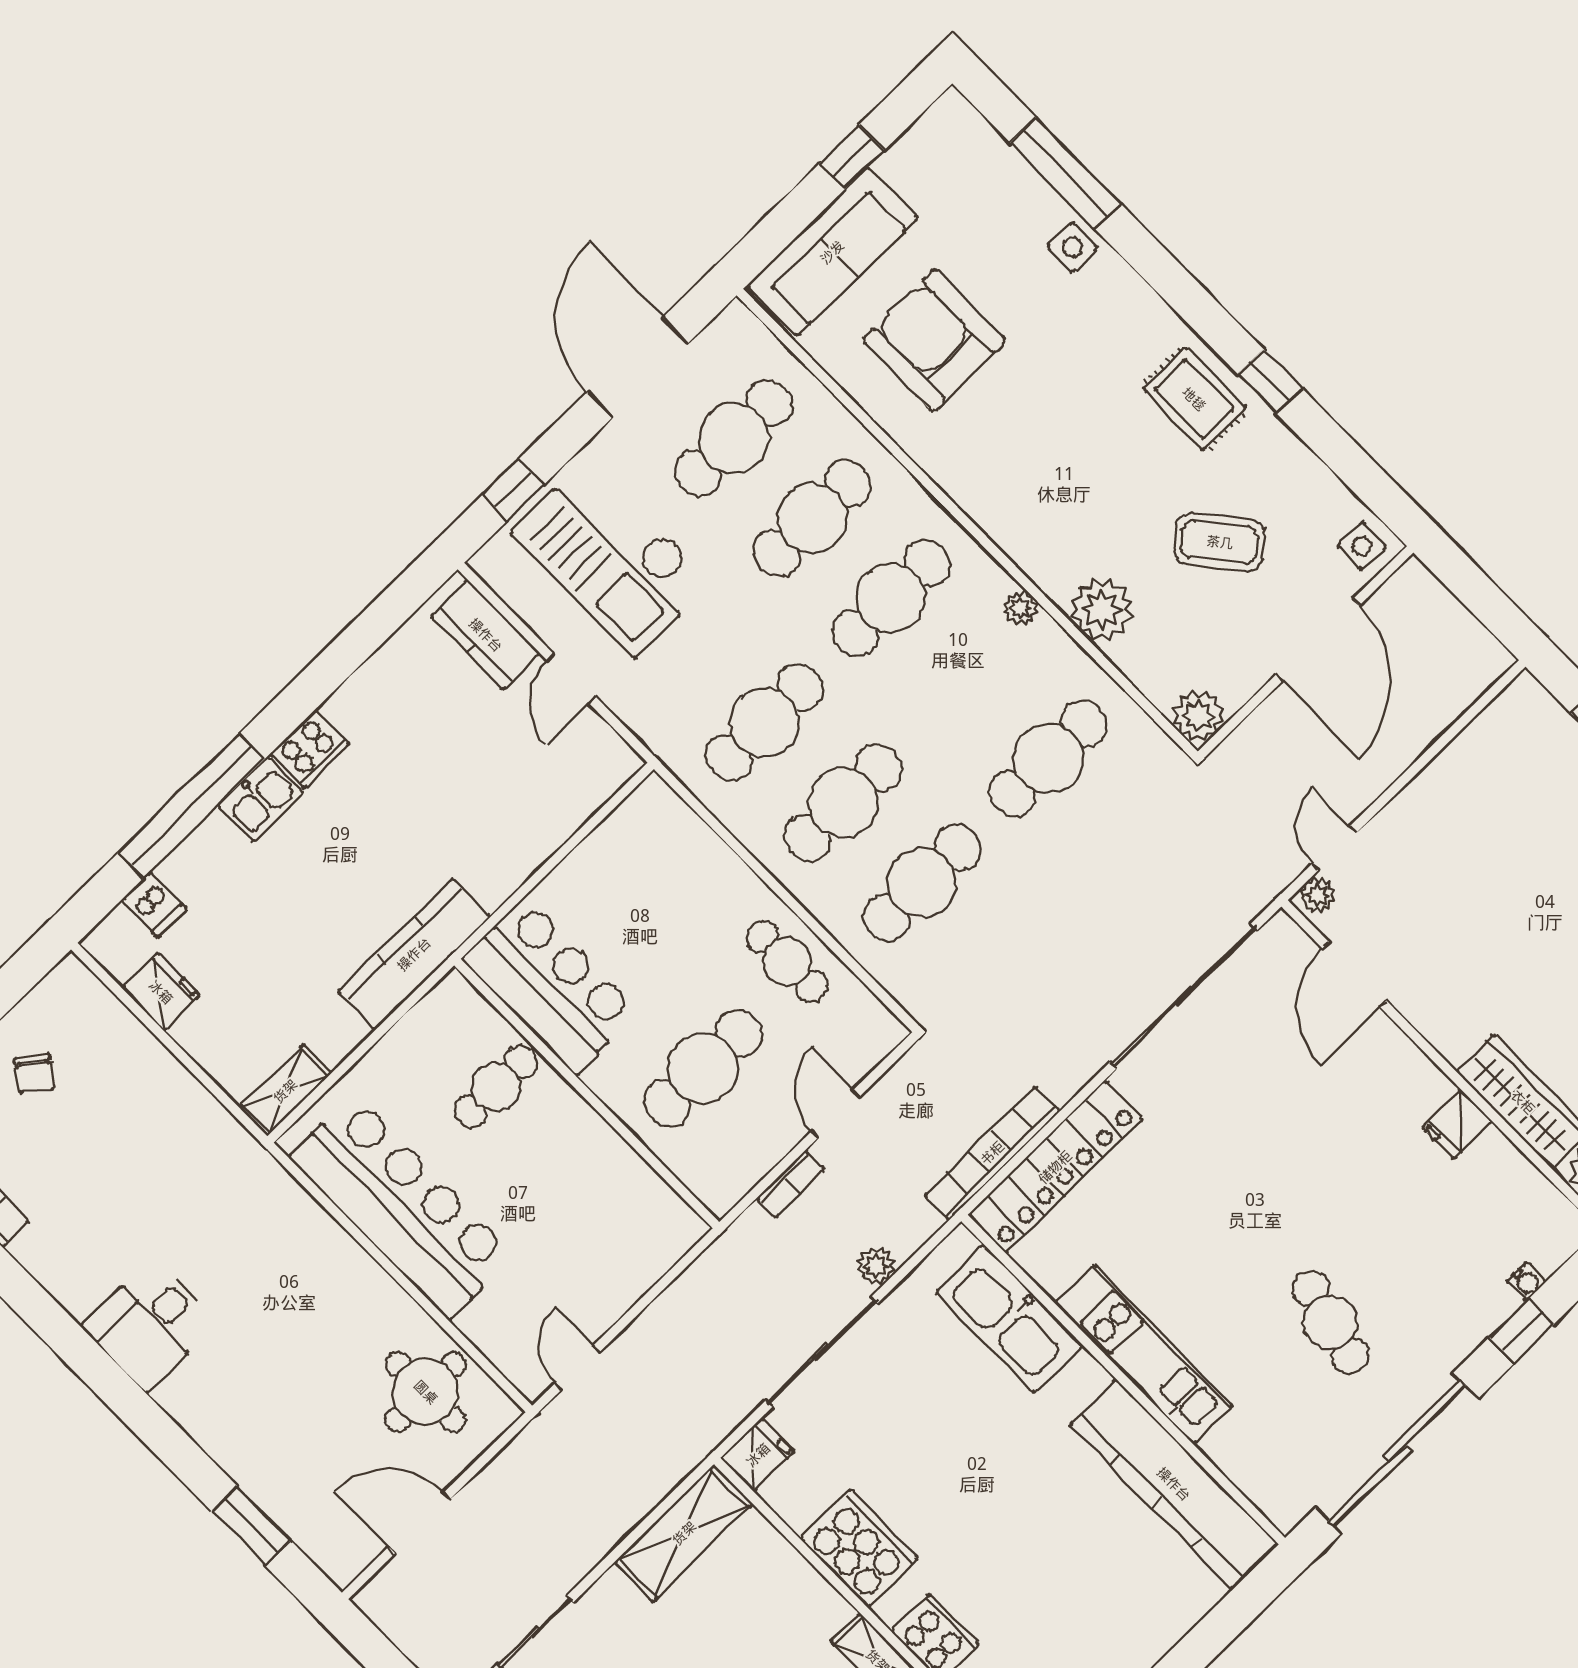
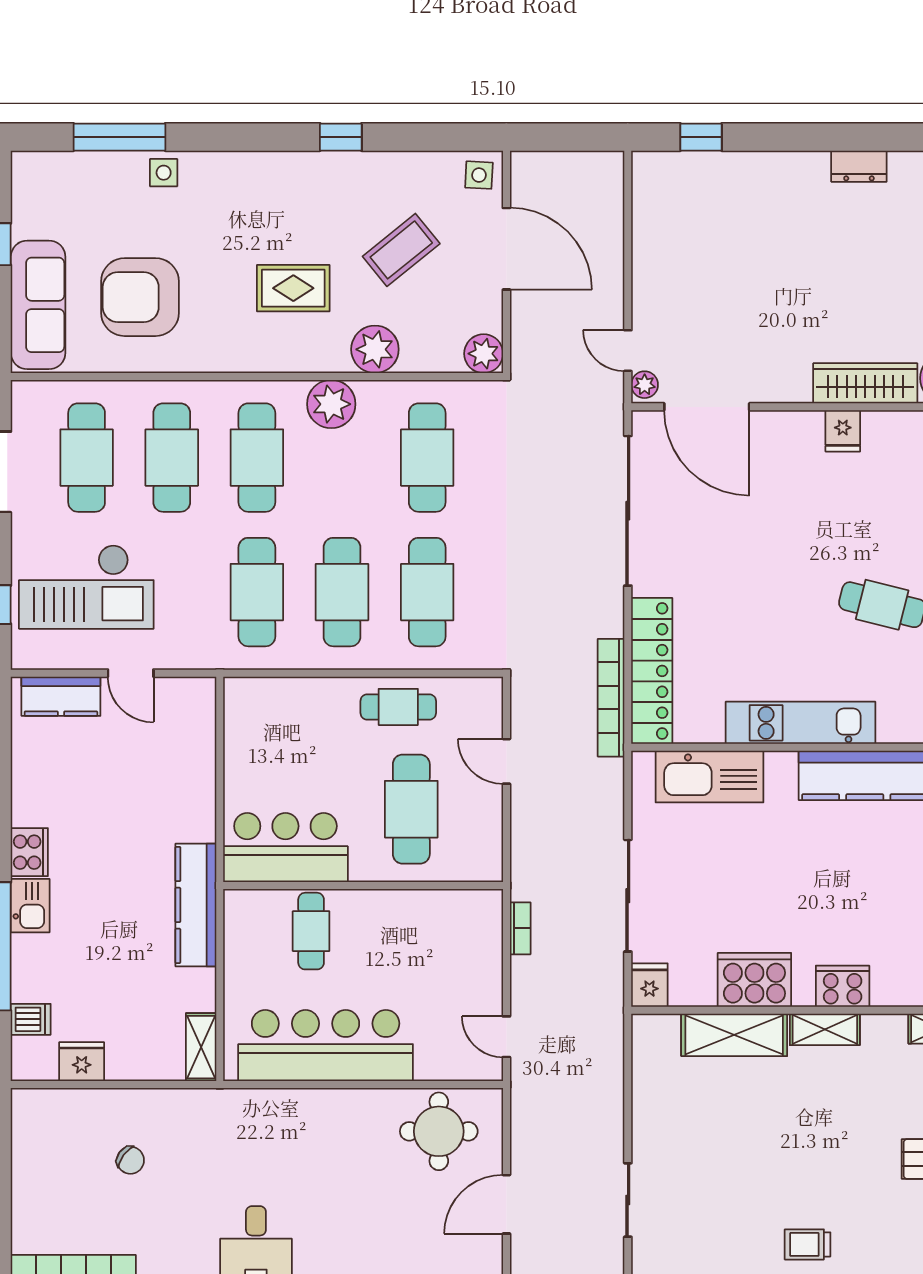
rug: (1194, 399) -> (293, 288), moved
plant: (1021, 608) -> (331, 404), width x1.88, depth x1.88
door: (1354, 974) -> (707, 407), width x1.36
chair: (34, 1073) -> (130, 1160), moved
bookcase: (790, 1184) -> (520, 928), moved
plant: (876, 1266) -> (610, 820), removed
shelving: (684, 1533) -> (734, 1035), moved, turned 90

